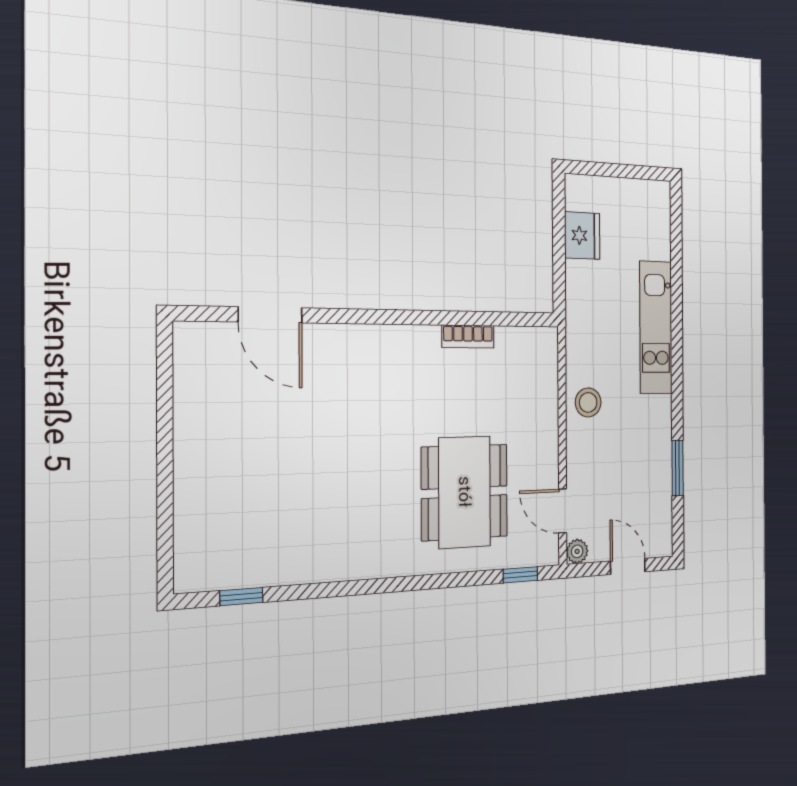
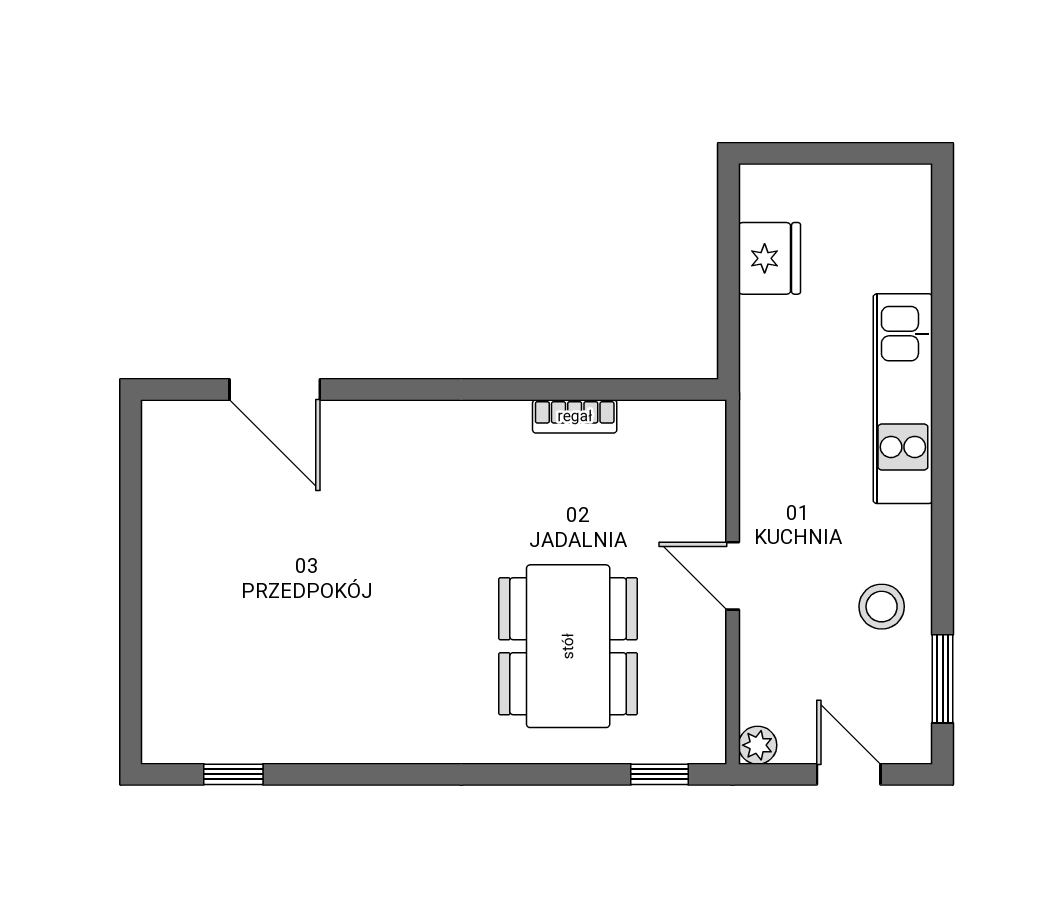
stool: (588, 402) -> (882, 607), moved
window: (678, 468) -> (943, 679), moved
door: (563, 511) -> (733, 576), moved

